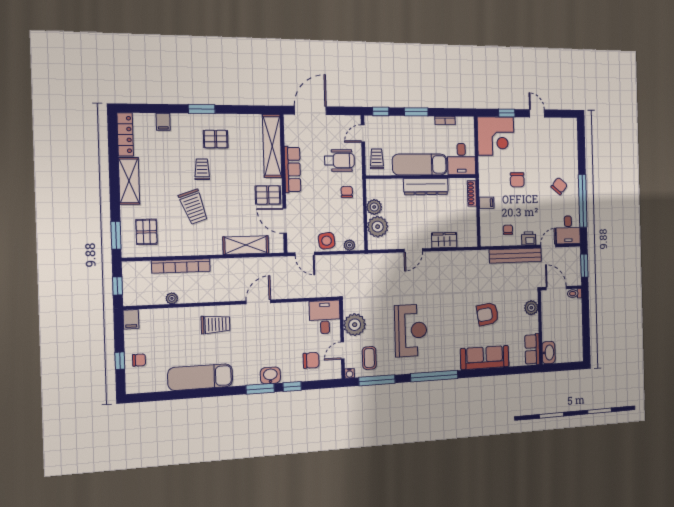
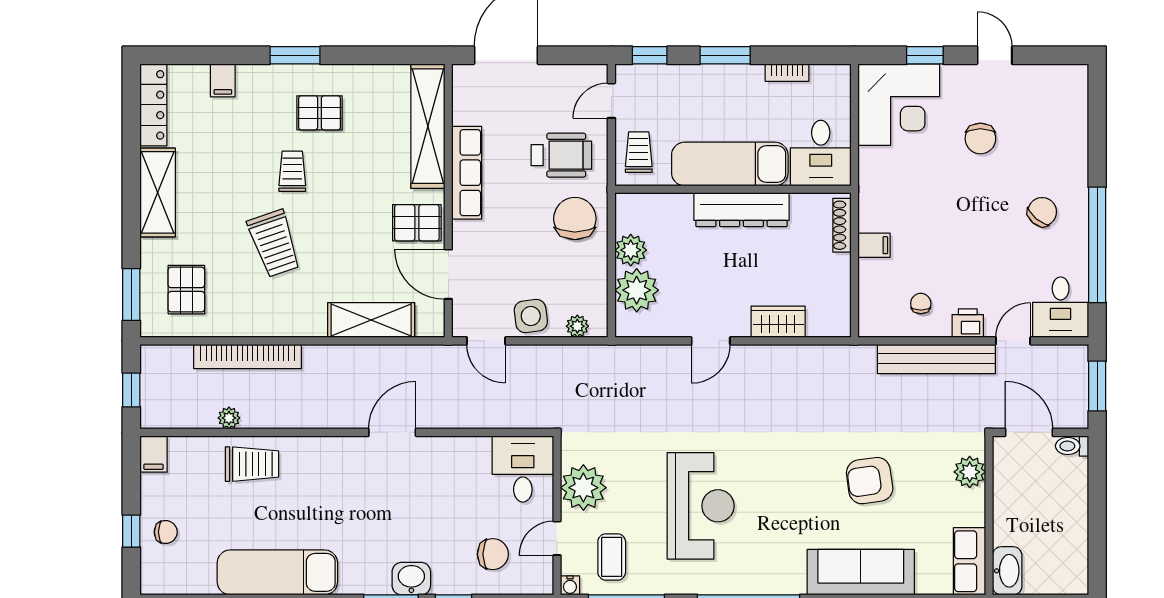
chair: (517, 180) -> (980, 139), moved
chair: (347, 192) -> (575, 219), width x1.87, depth x1.87
trolley: (215, 324) -> (252, 464), moved

